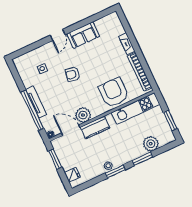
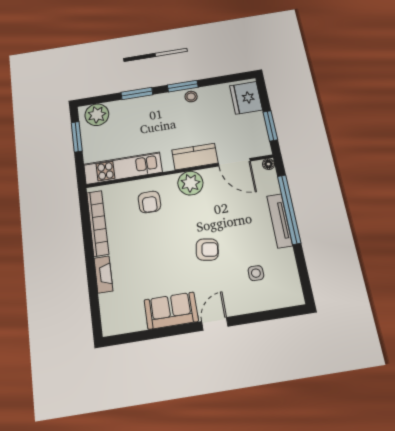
armchair: (114, 92) -> (149, 202), width x0.53, depth x0.53
plant: (83, 115) -> (190, 183), moved
plant: (151, 144) -> (97, 115), moved
fridge: (72, 175) -> (246, 98), width x1.88, depth x1.34

